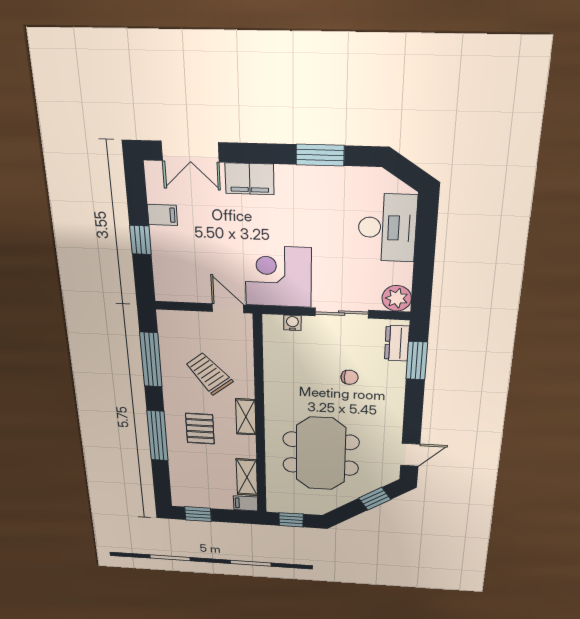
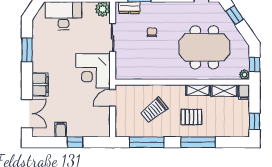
water cooler: (292, 323) -> (120, 63), removed
shelving: (246, 417) -> (198, 90), moved
plant: (274, 506) -> (244, 75), added

